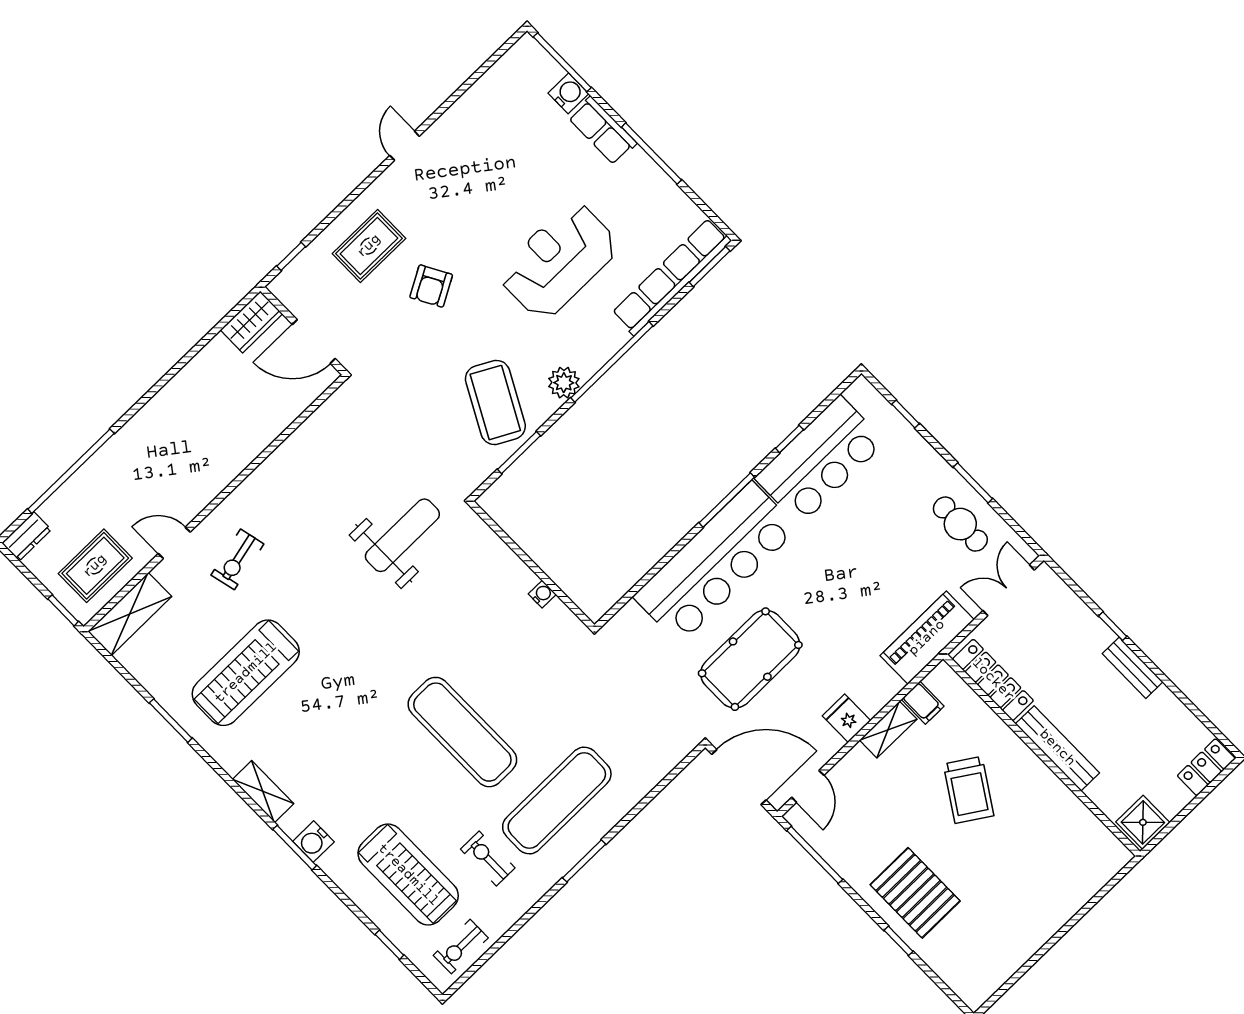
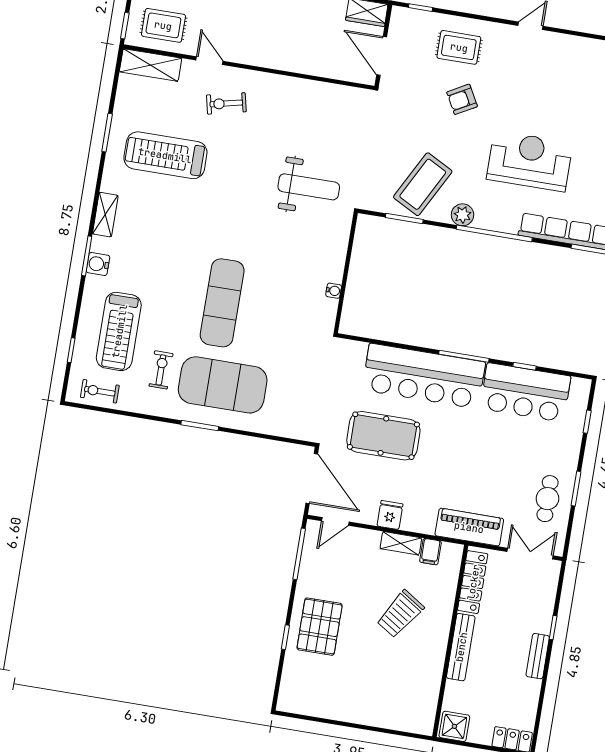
exercise mat: (557, 800) -> (223, 385), width x1.47

